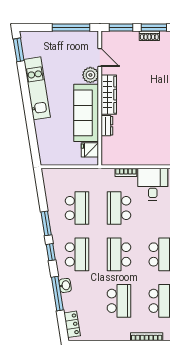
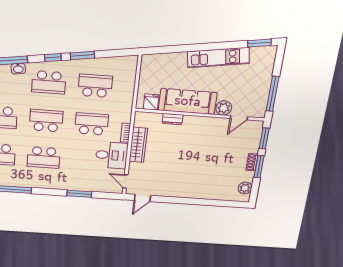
wardrobe: (109, 95) -> (138, 145), moved, turned -90
school desk: (77, 208) -> (95, 86), turned 180

